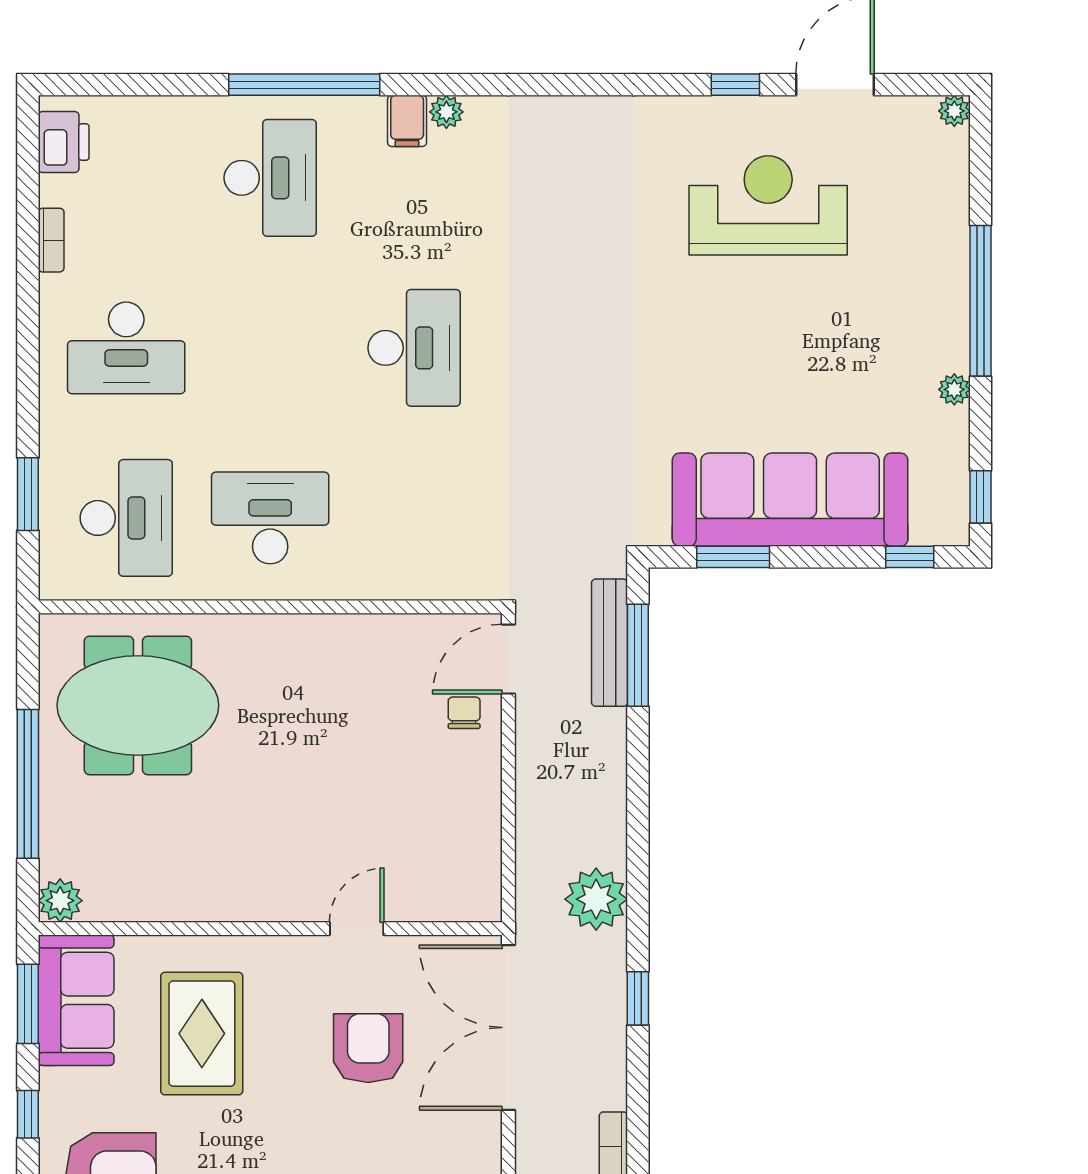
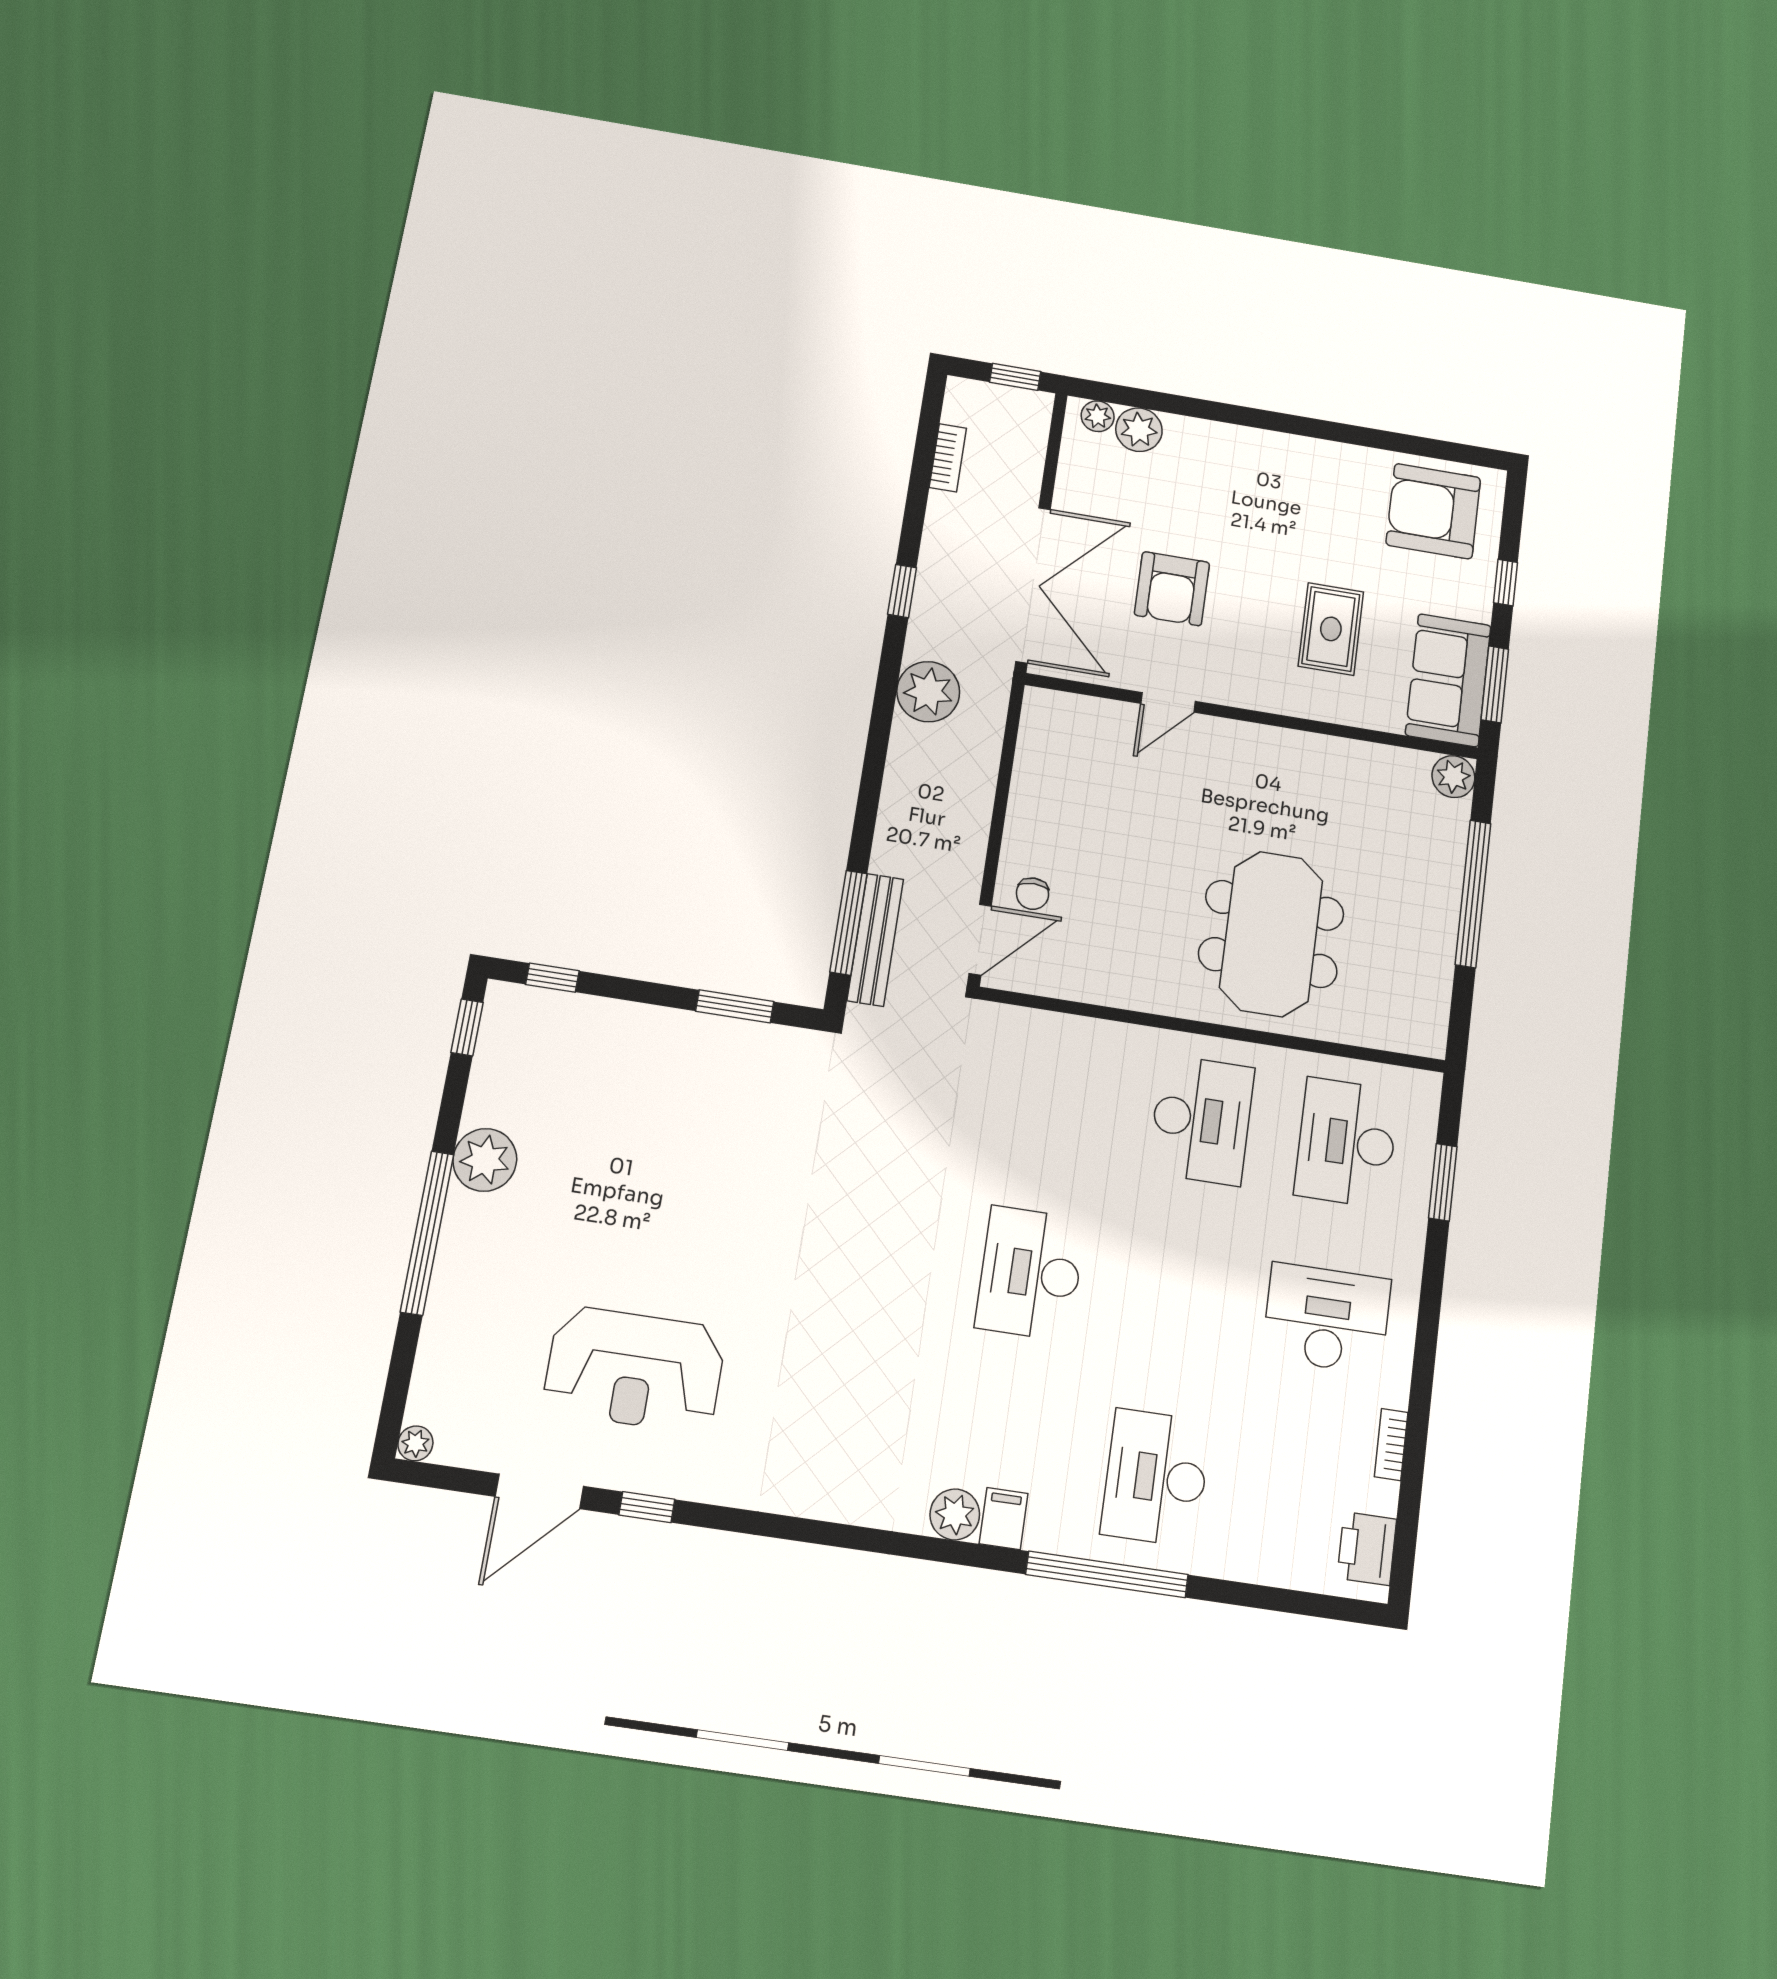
plant: (446, 112) -> (955, 1514), width x1.38, depth x1.38
plant: (954, 389) -> (485, 1160), width x1.88, depth x1.88
sofa: (790, 500) -> (666, 1055), removed
desk: (270, 518) -> (1201, 1120), turned -90
meeting table: (138, 705) -> (1271, 934), moved, turned 90
rug: (202, 1034) -> (1331, 629), width x0.73, depth x0.70

